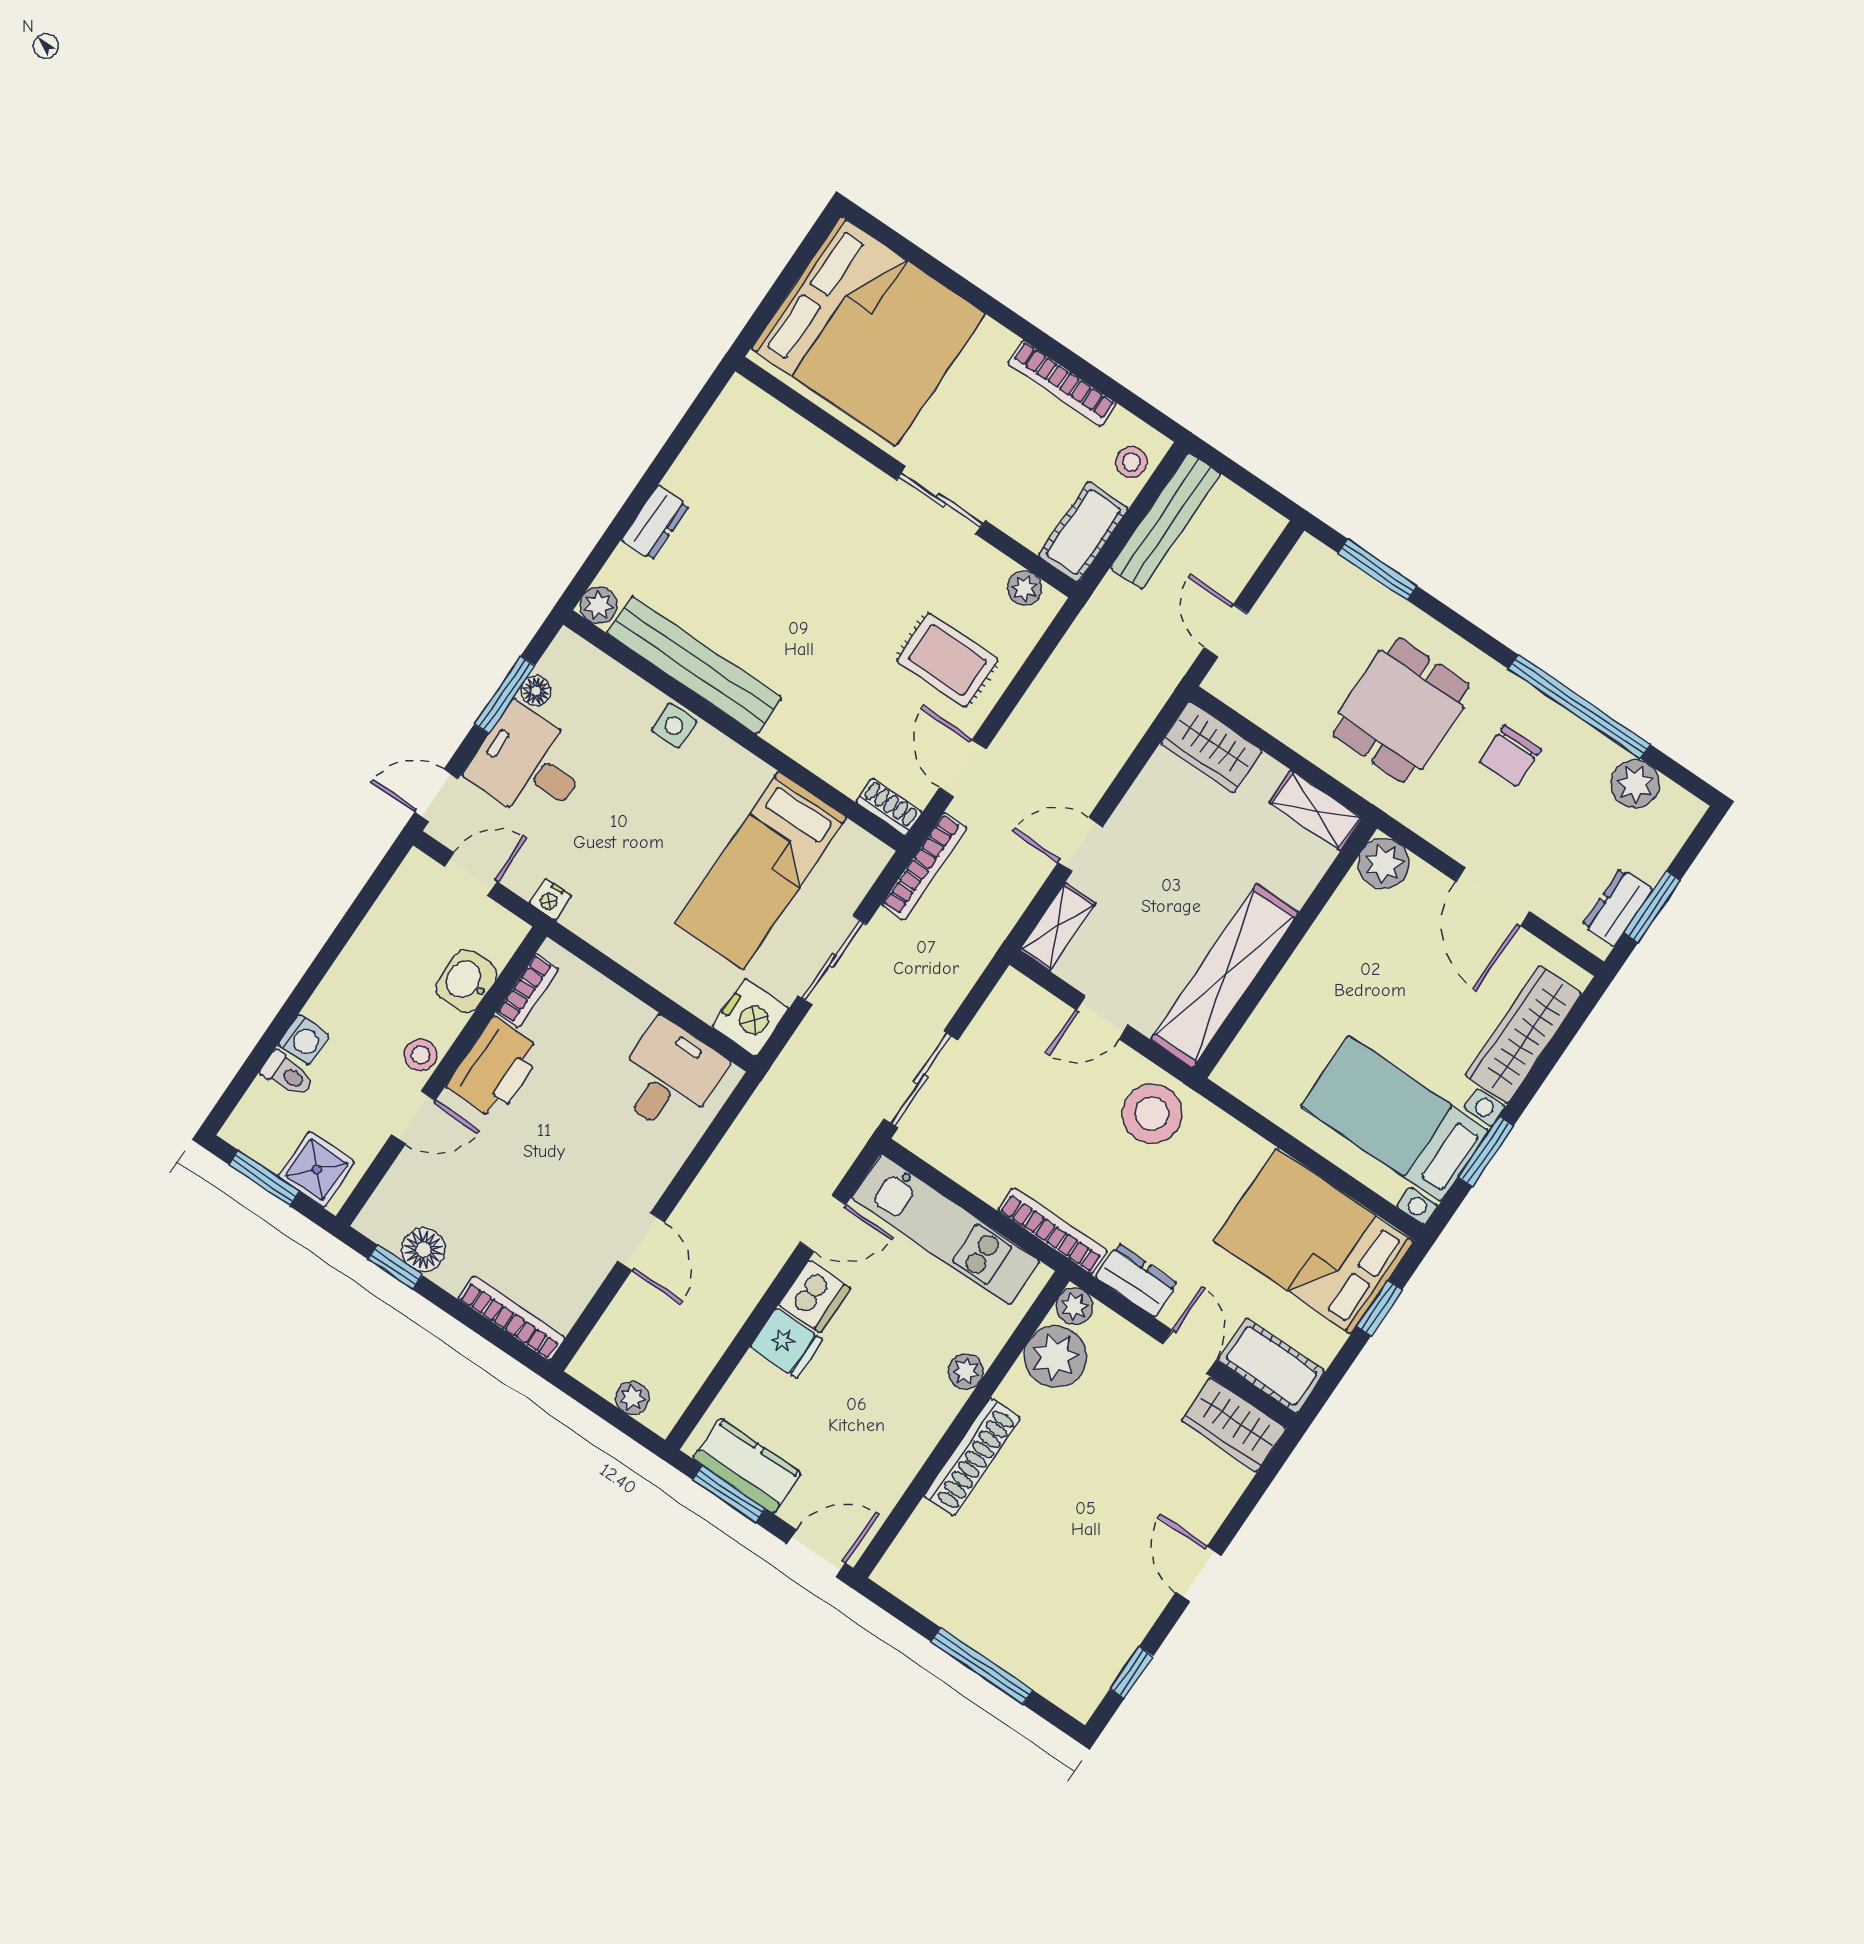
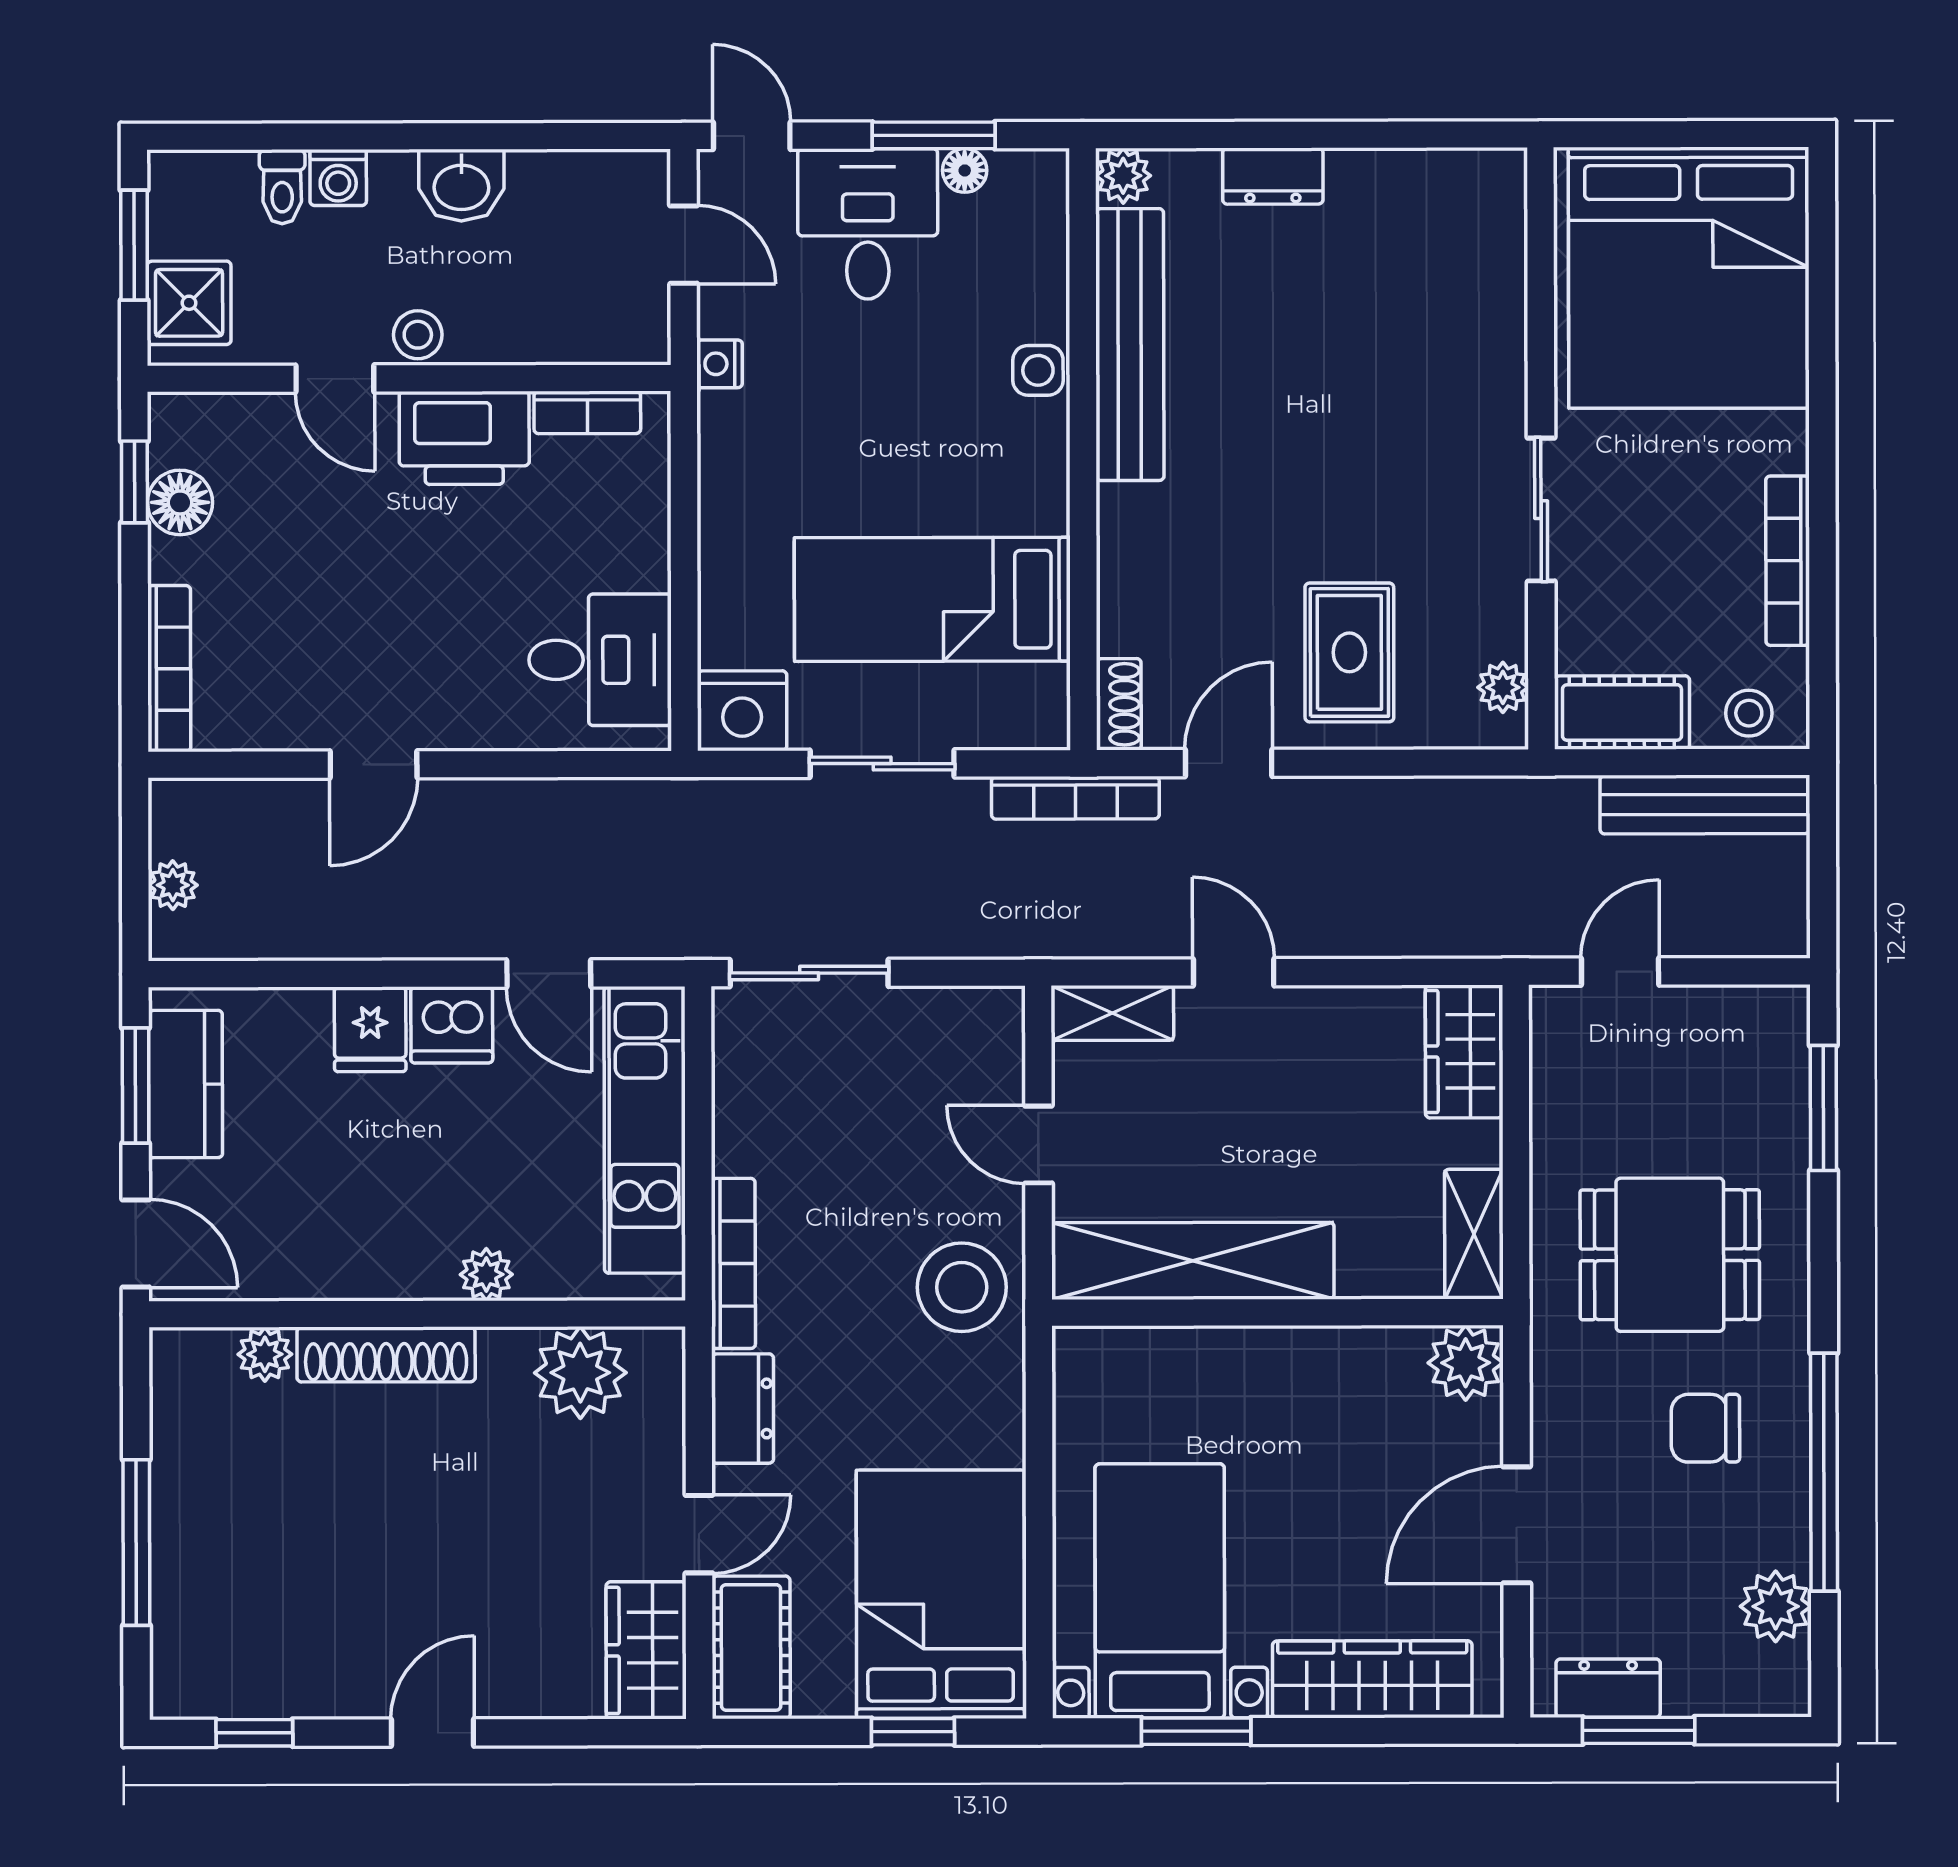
washbasin: (466, 981) -> (461, 185), moved, turned 180
plant: (1074, 1306) -> (265, 1354), moved

